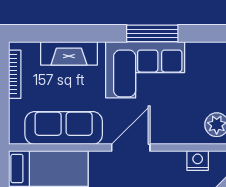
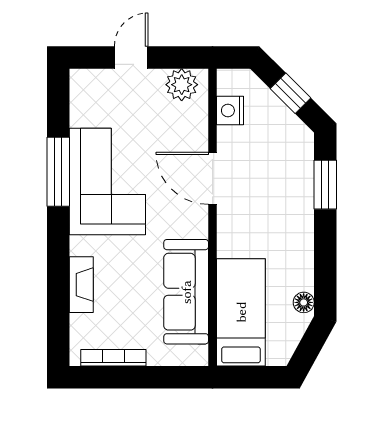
fireplace: (69, 53) -> (81, 285), width x0.73, depth x0.76
door: (131, 148) -> (213, 178), moved

